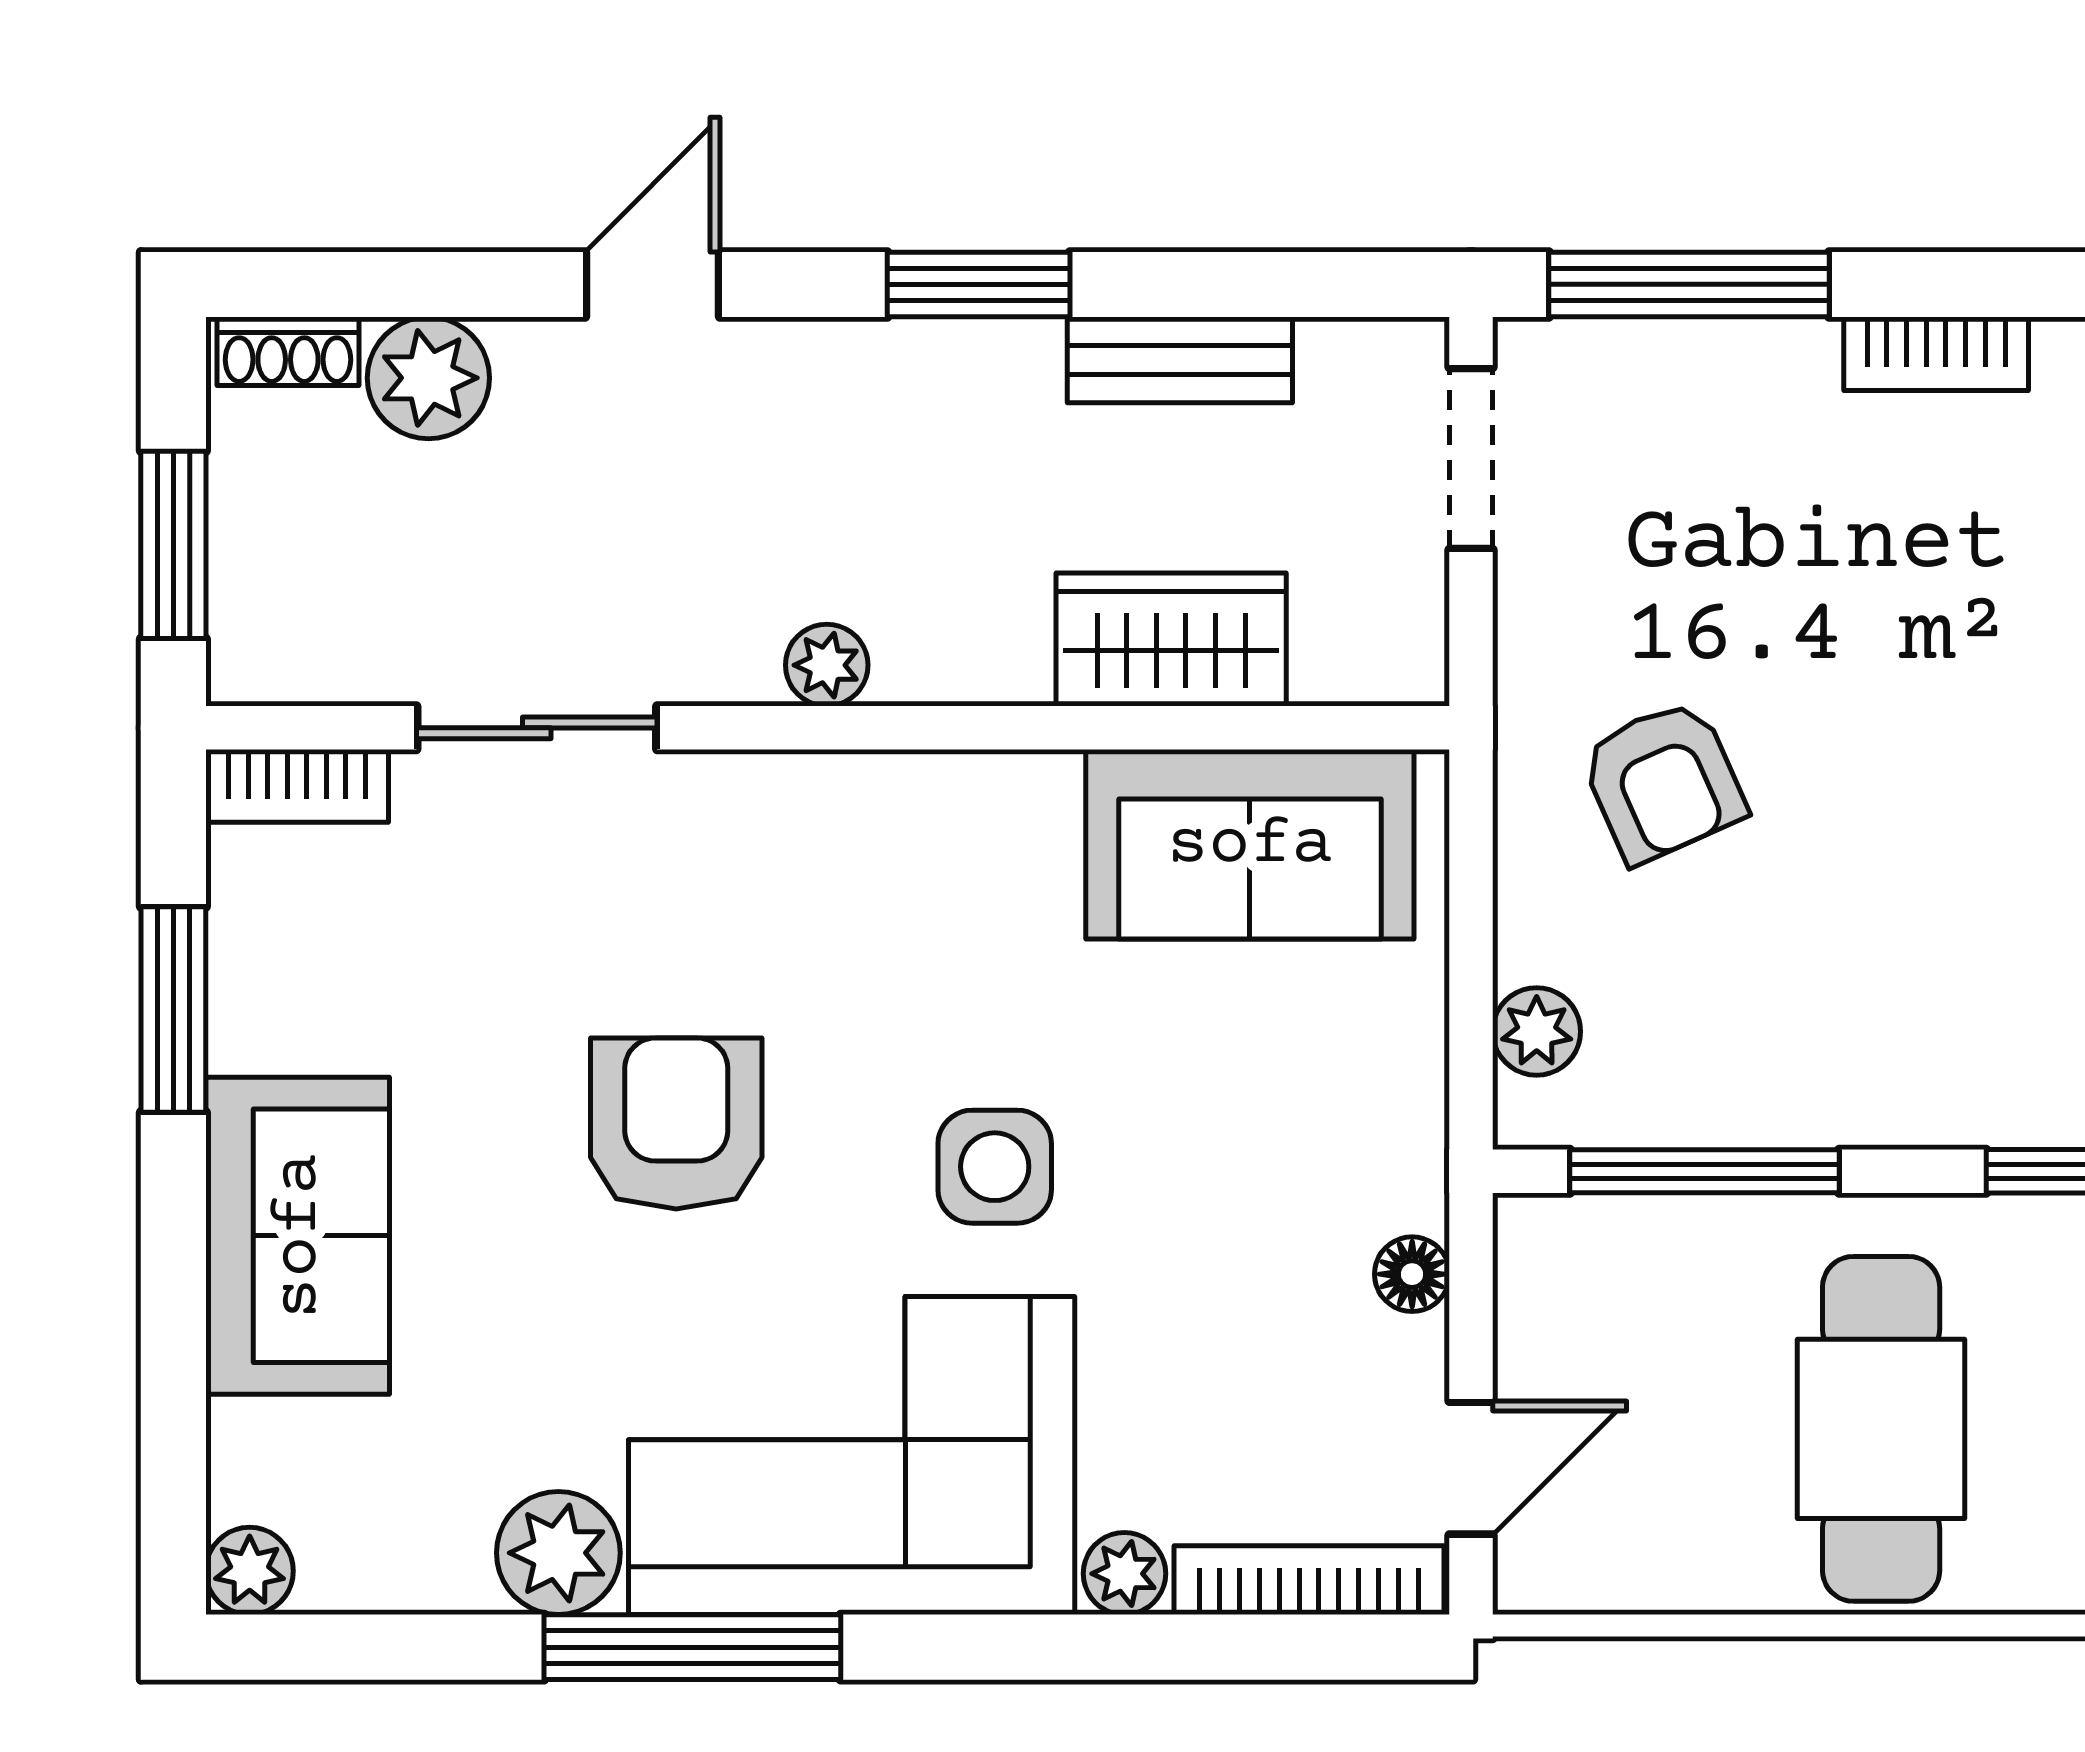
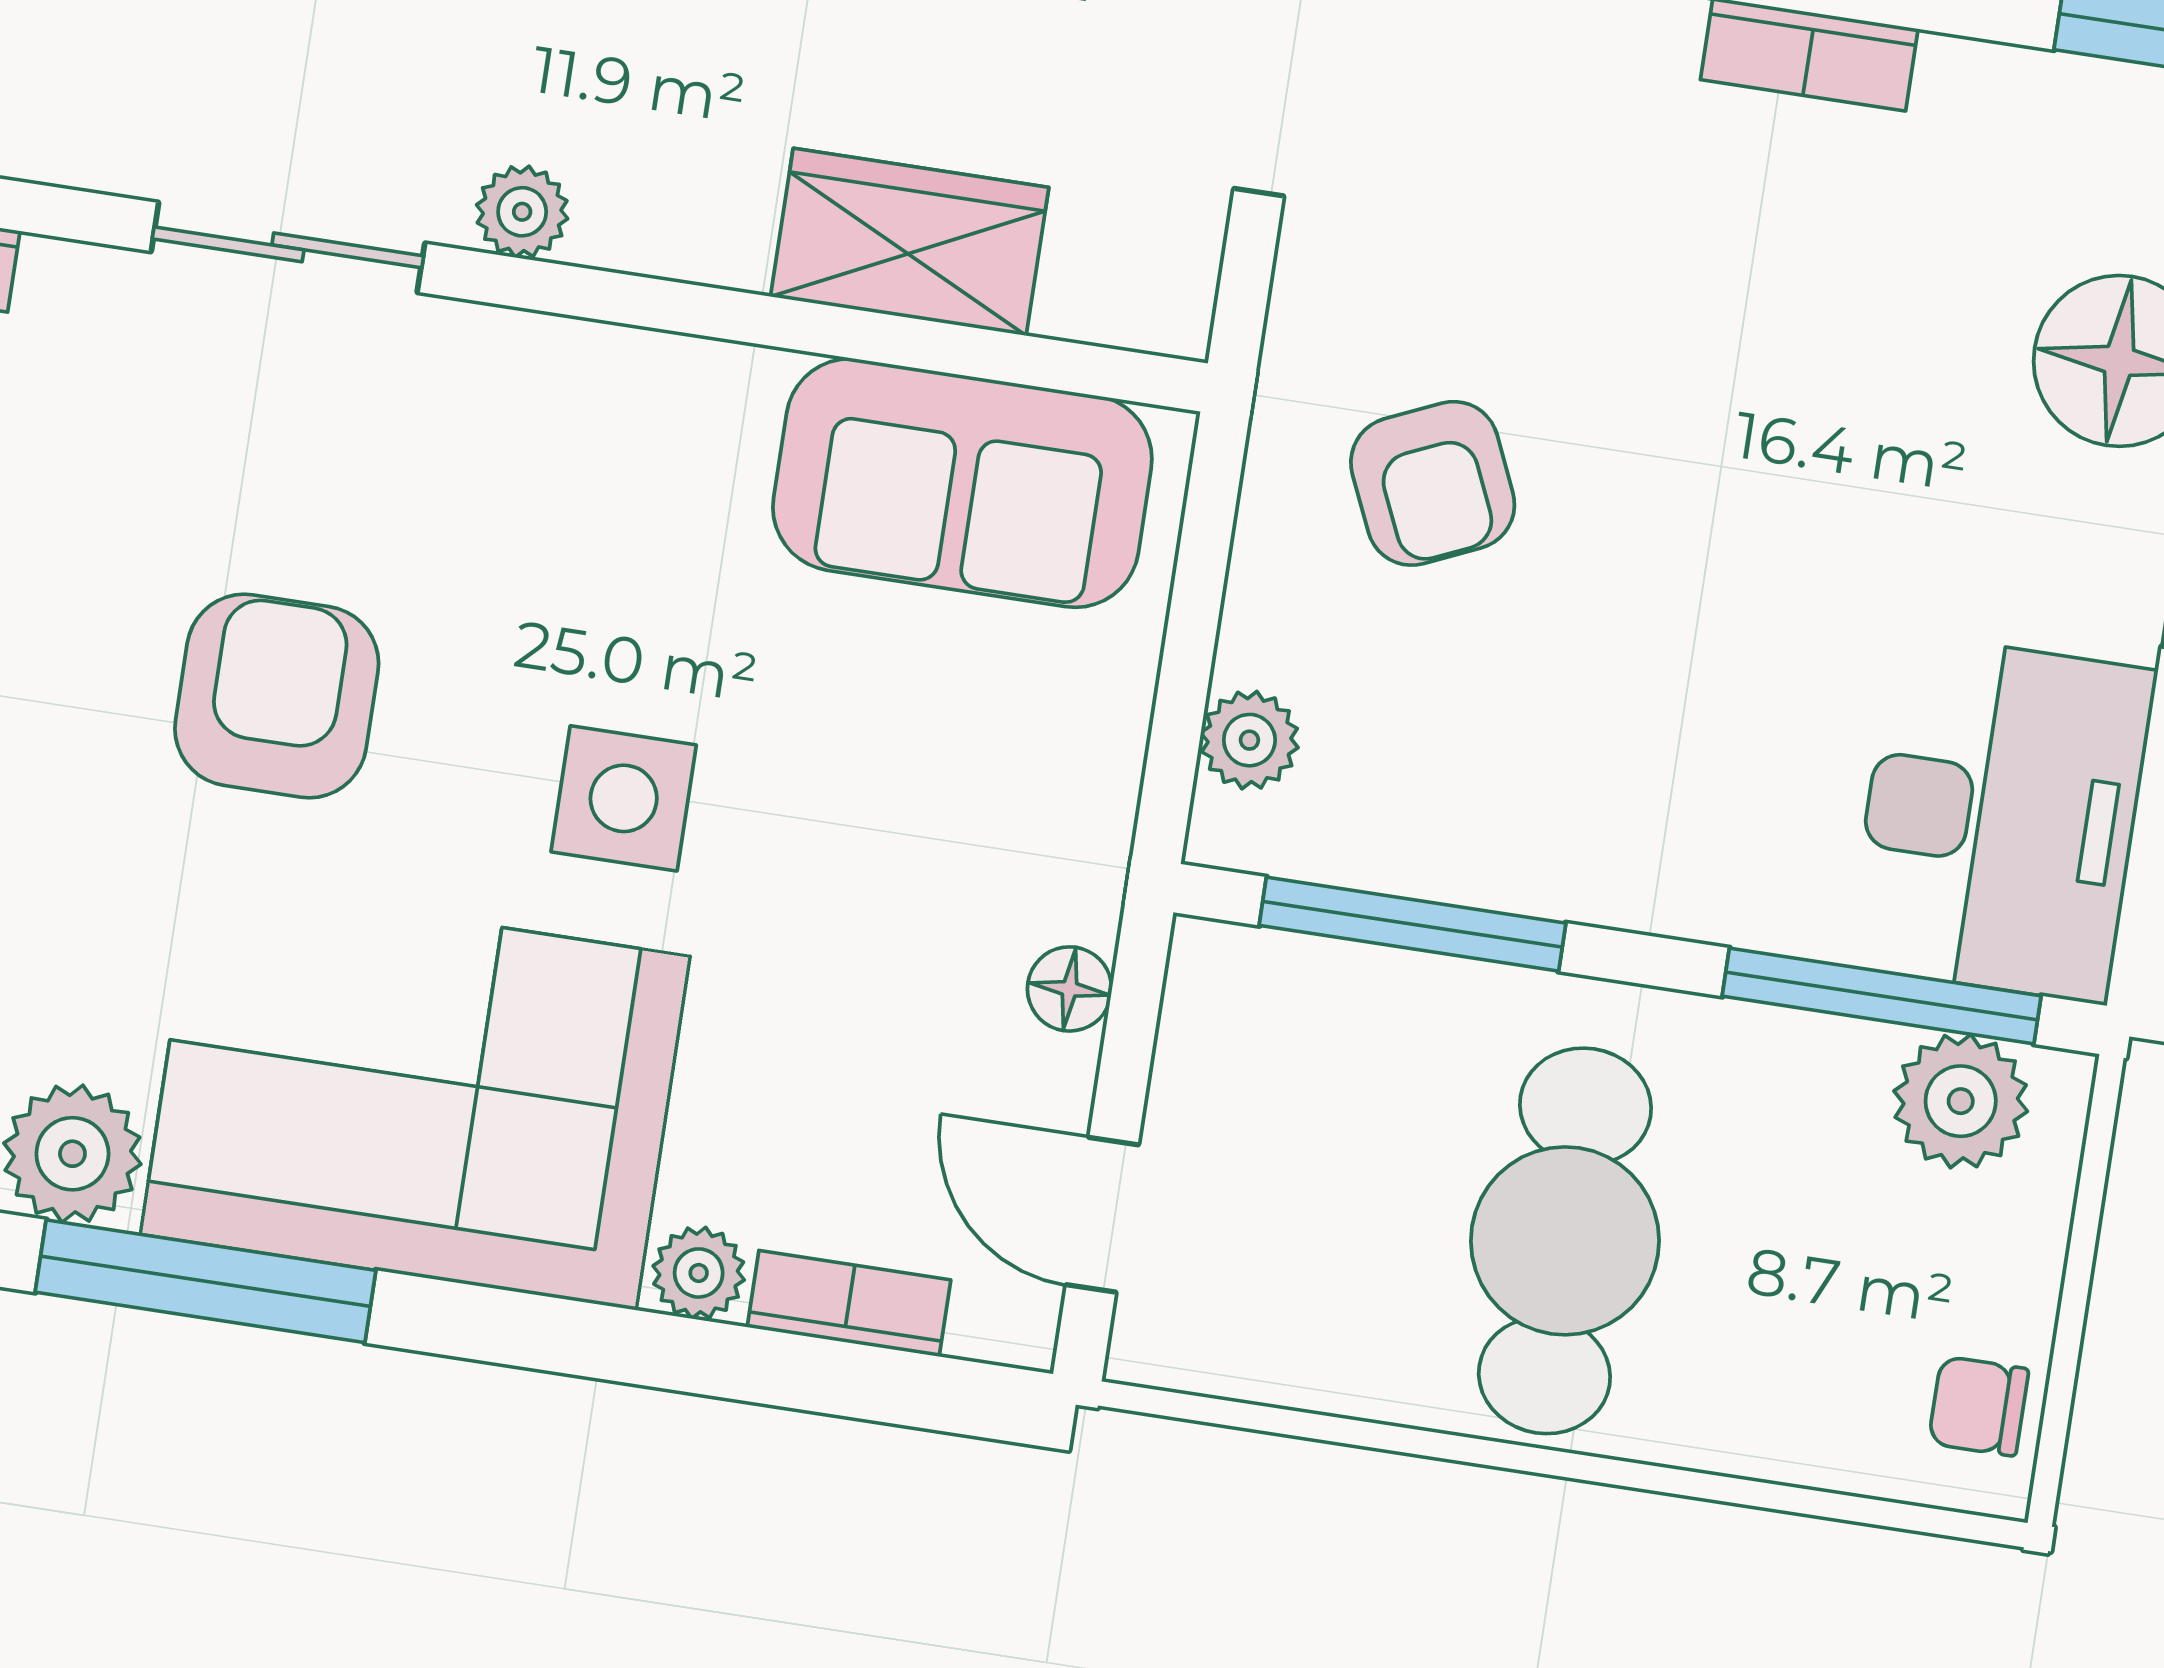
sliding door: (537, 728) -> (288, 247), moved
door: (1471, 1468) -> (1102, 1215), swing flipped
bookcase: (1309, 1580) -> (849, 1303), width x0.64

